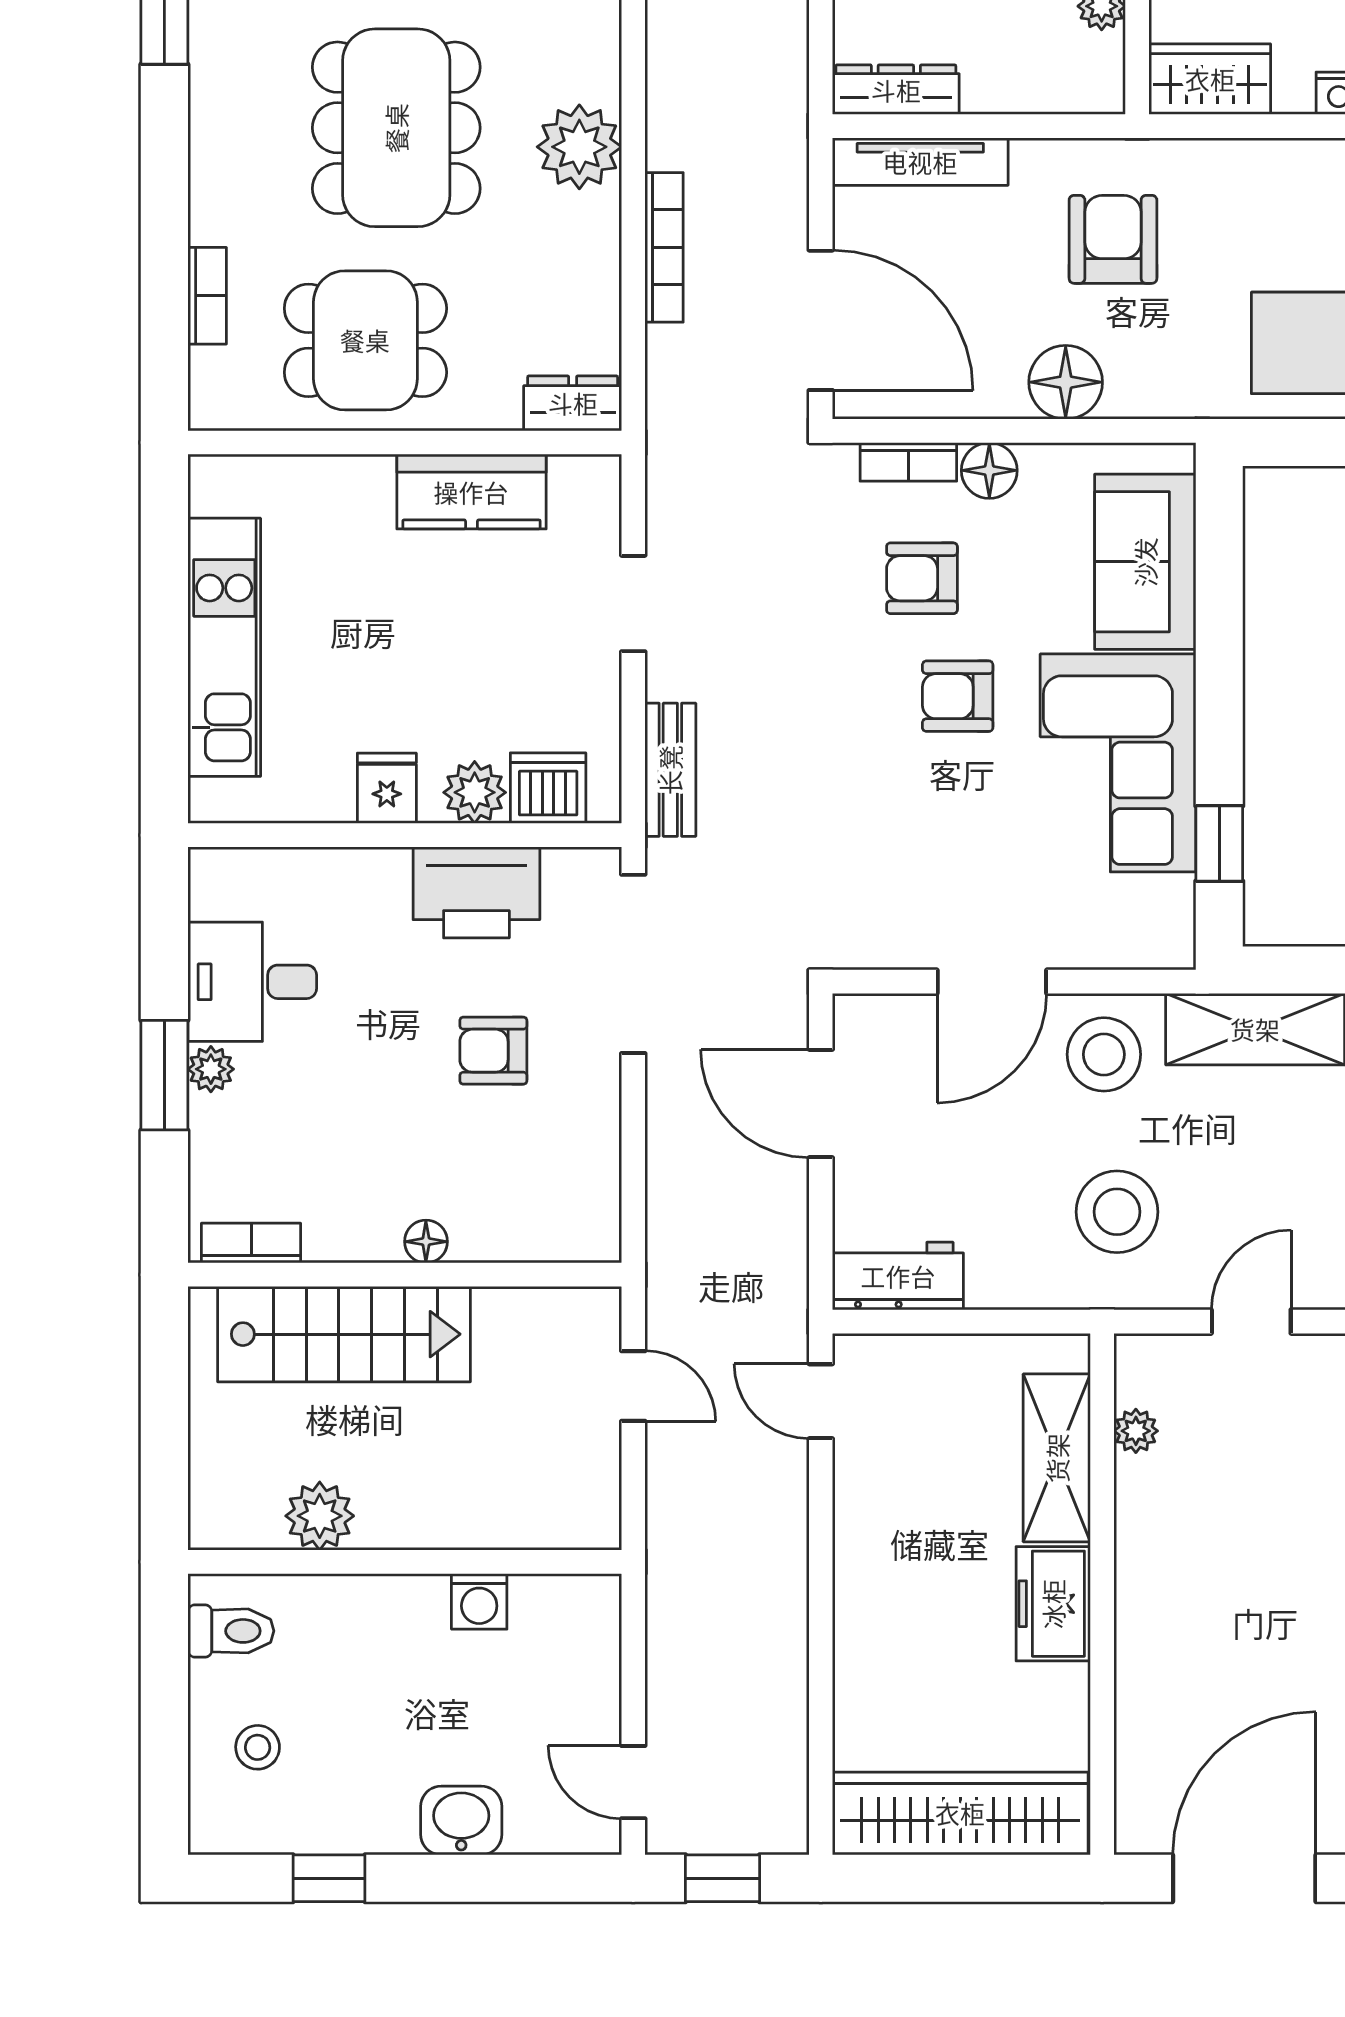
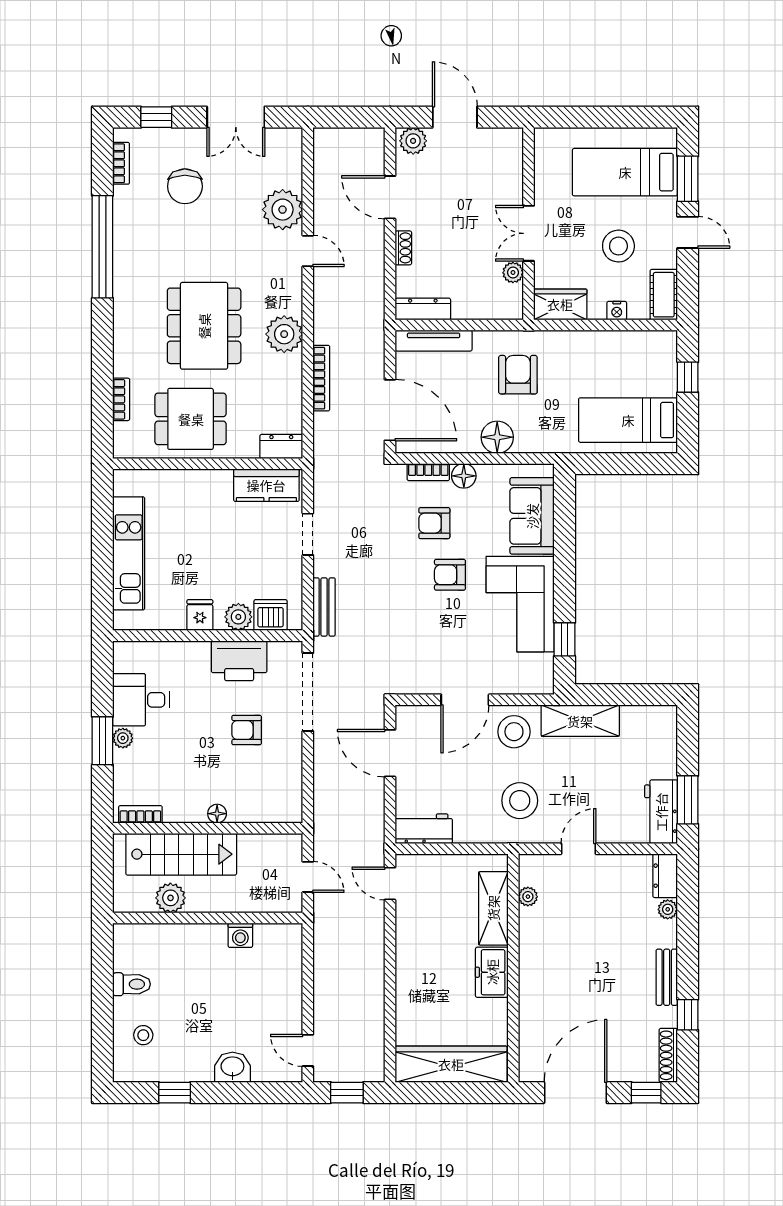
kitchen counter: (471, 492) -> (266, 485), moved
plant: (320, 1516) -> (170, 898), moved
wall: (405, 1562) -> (208, 918), moved
washing machine: (479, 1601) -> (240, 935), moved

